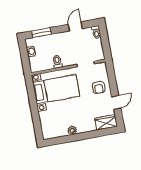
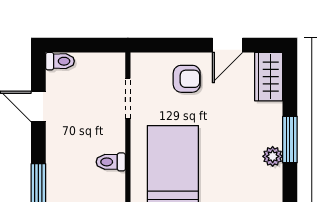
door: (116, 102) -> (227, 45), swing flipped
window: (81, 136) -> (290, 139), added

